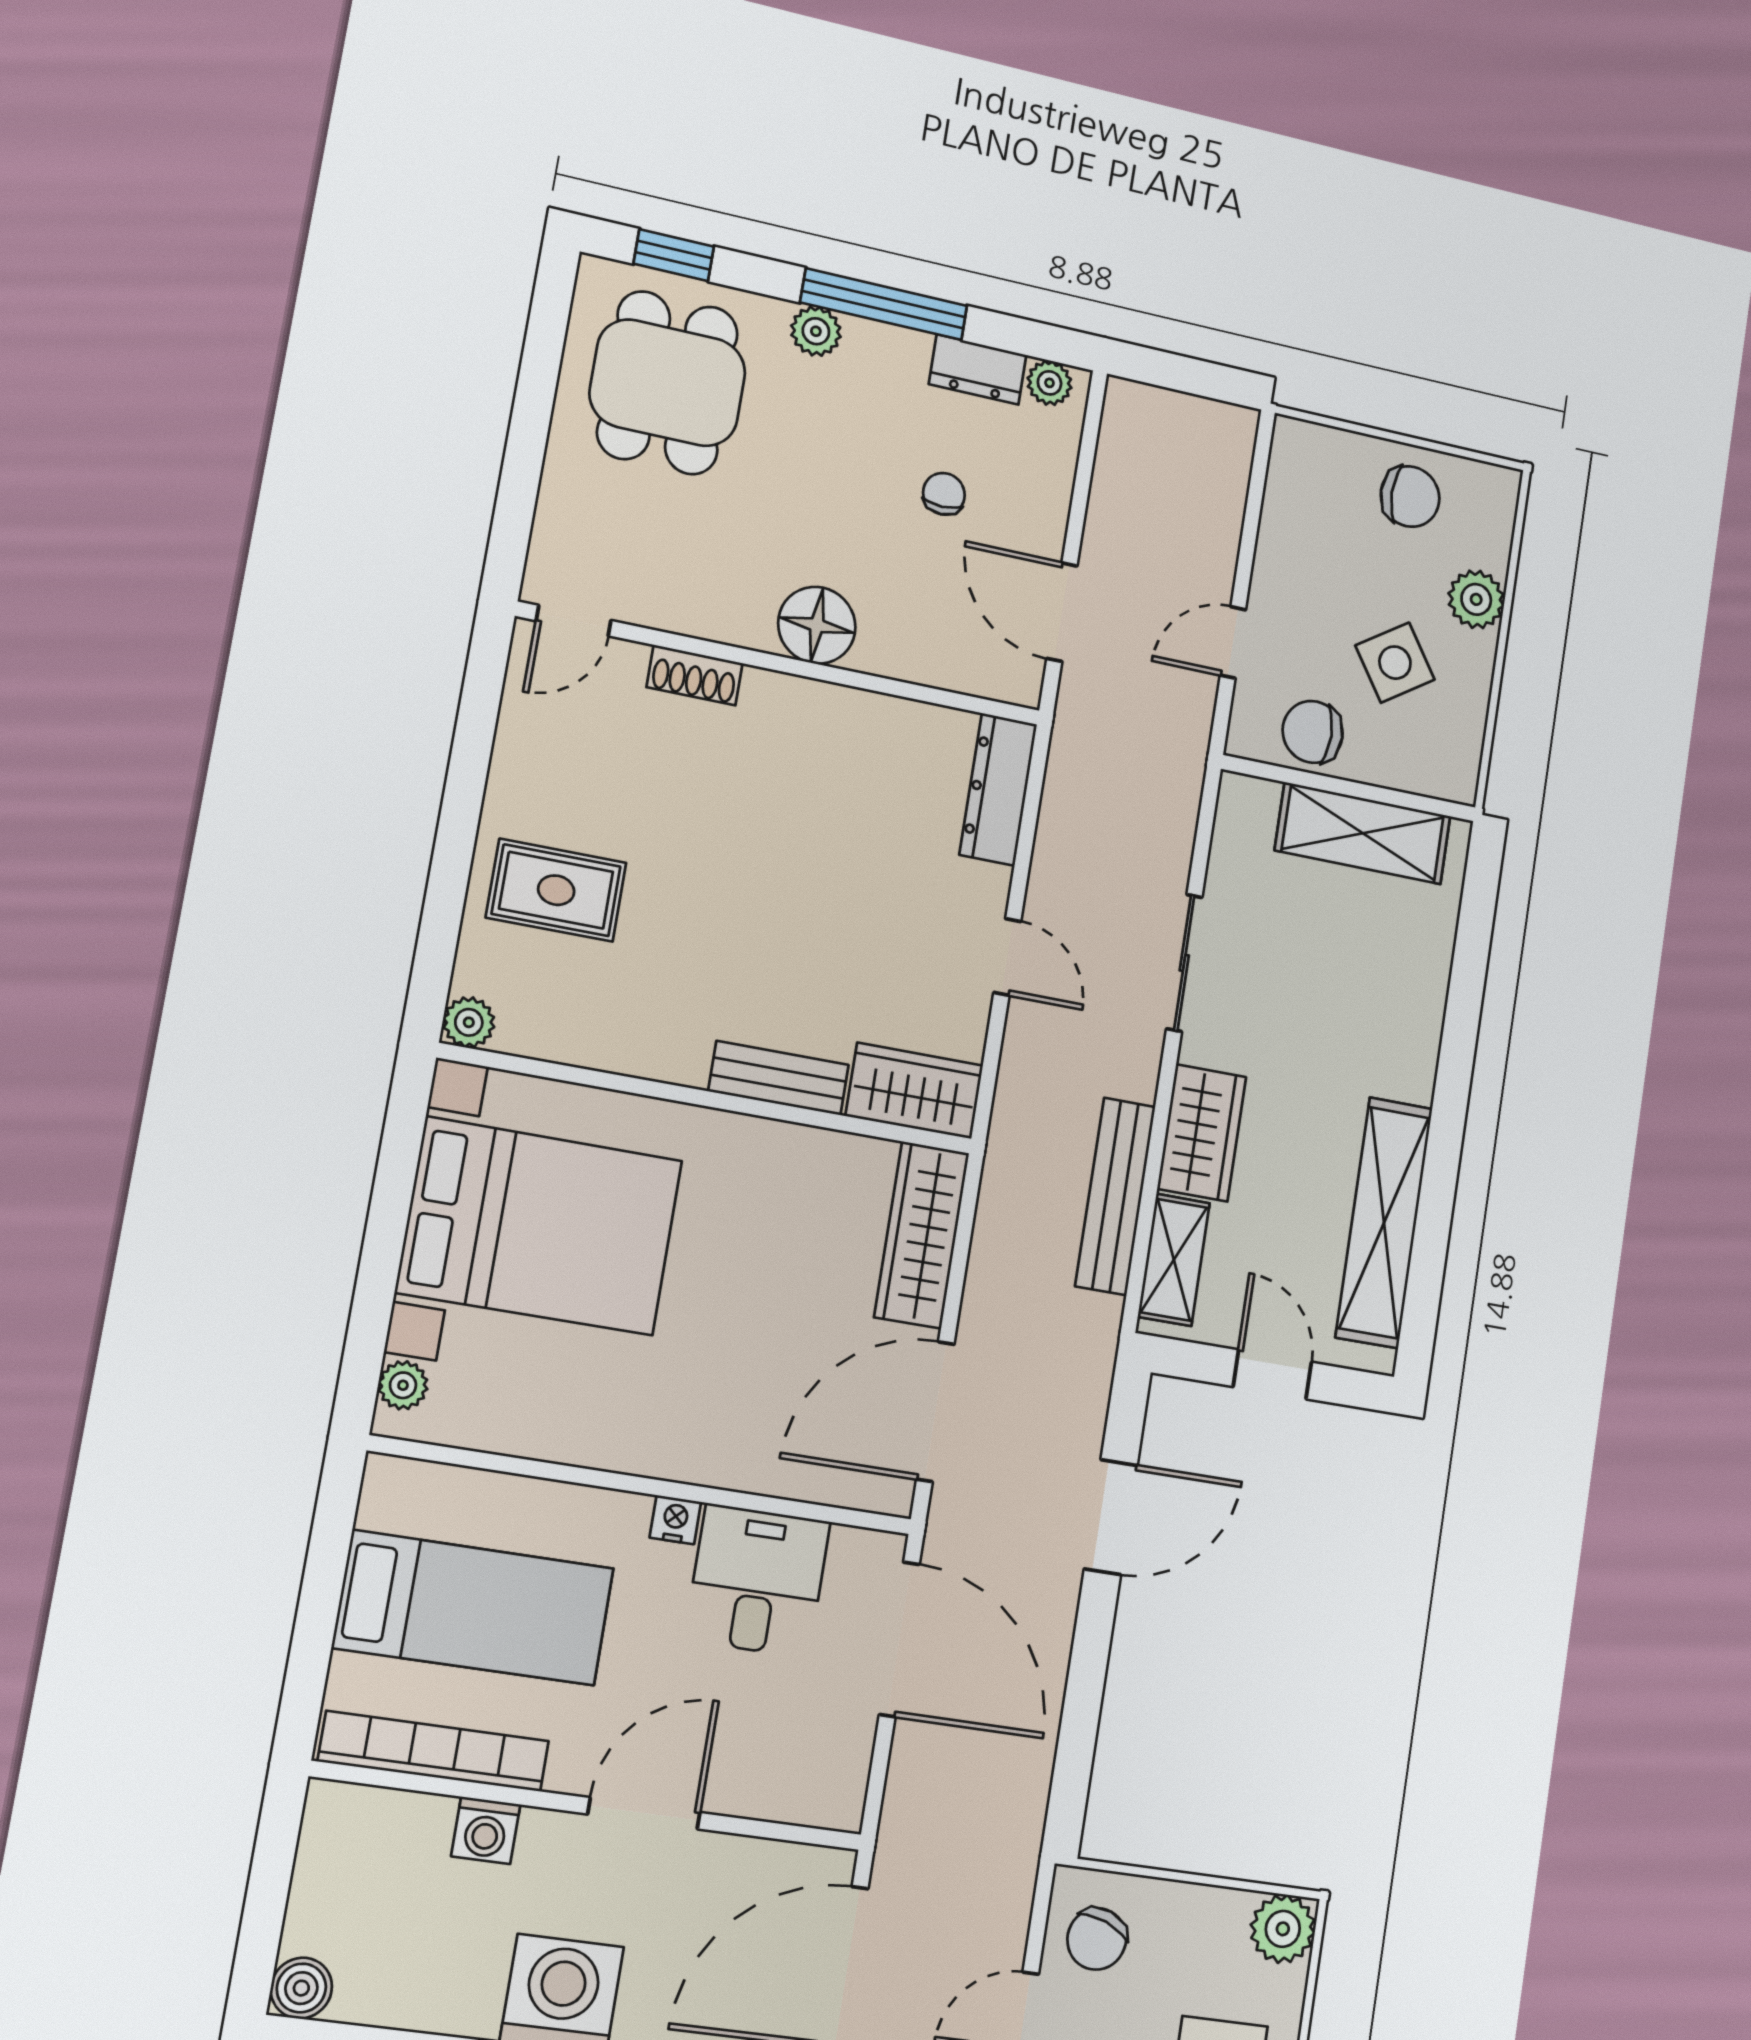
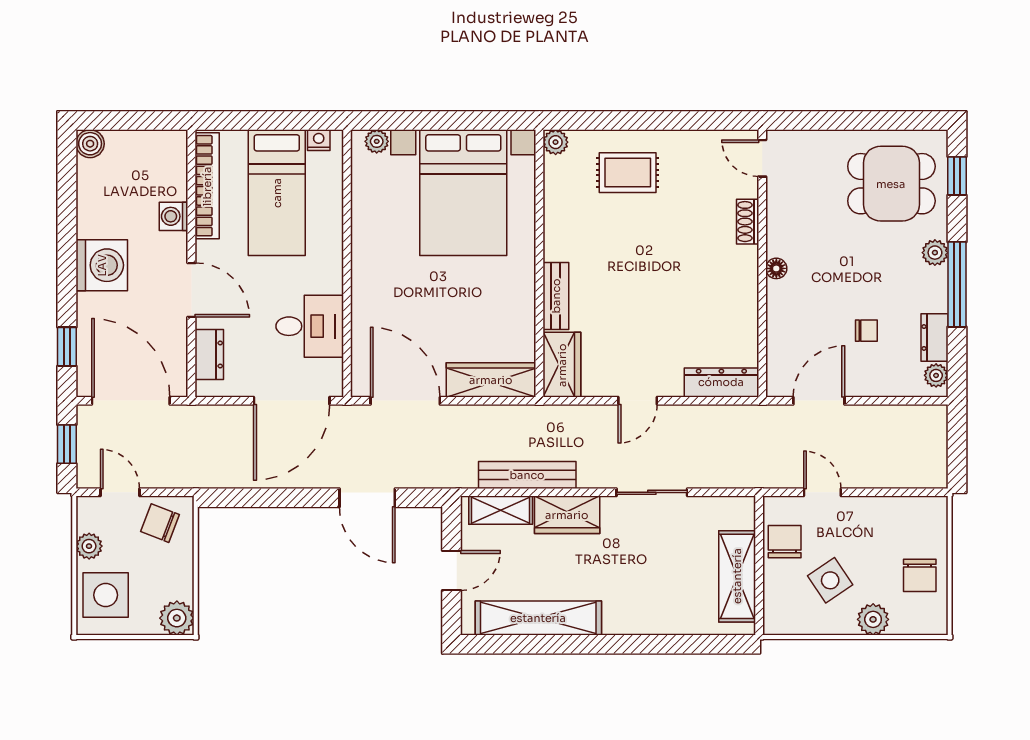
floor lamp: (817, 625) -> (776, 268), width x0.53, depth x0.53
rug: (556, 890) -> (628, 173), turned 90
nightstand: (675, 1520) -> (319, 140), moved, turned -90
dresser: (781, 1794) -> (209, 354), added

